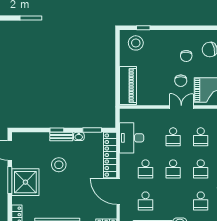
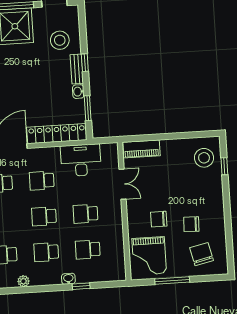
piano: (128, 86) -> (141, 149), width x0.73, depth x0.75
double door: (181, 107) -> (123, 184), moved
stool: (59, 165) -> (60, 40), moved

